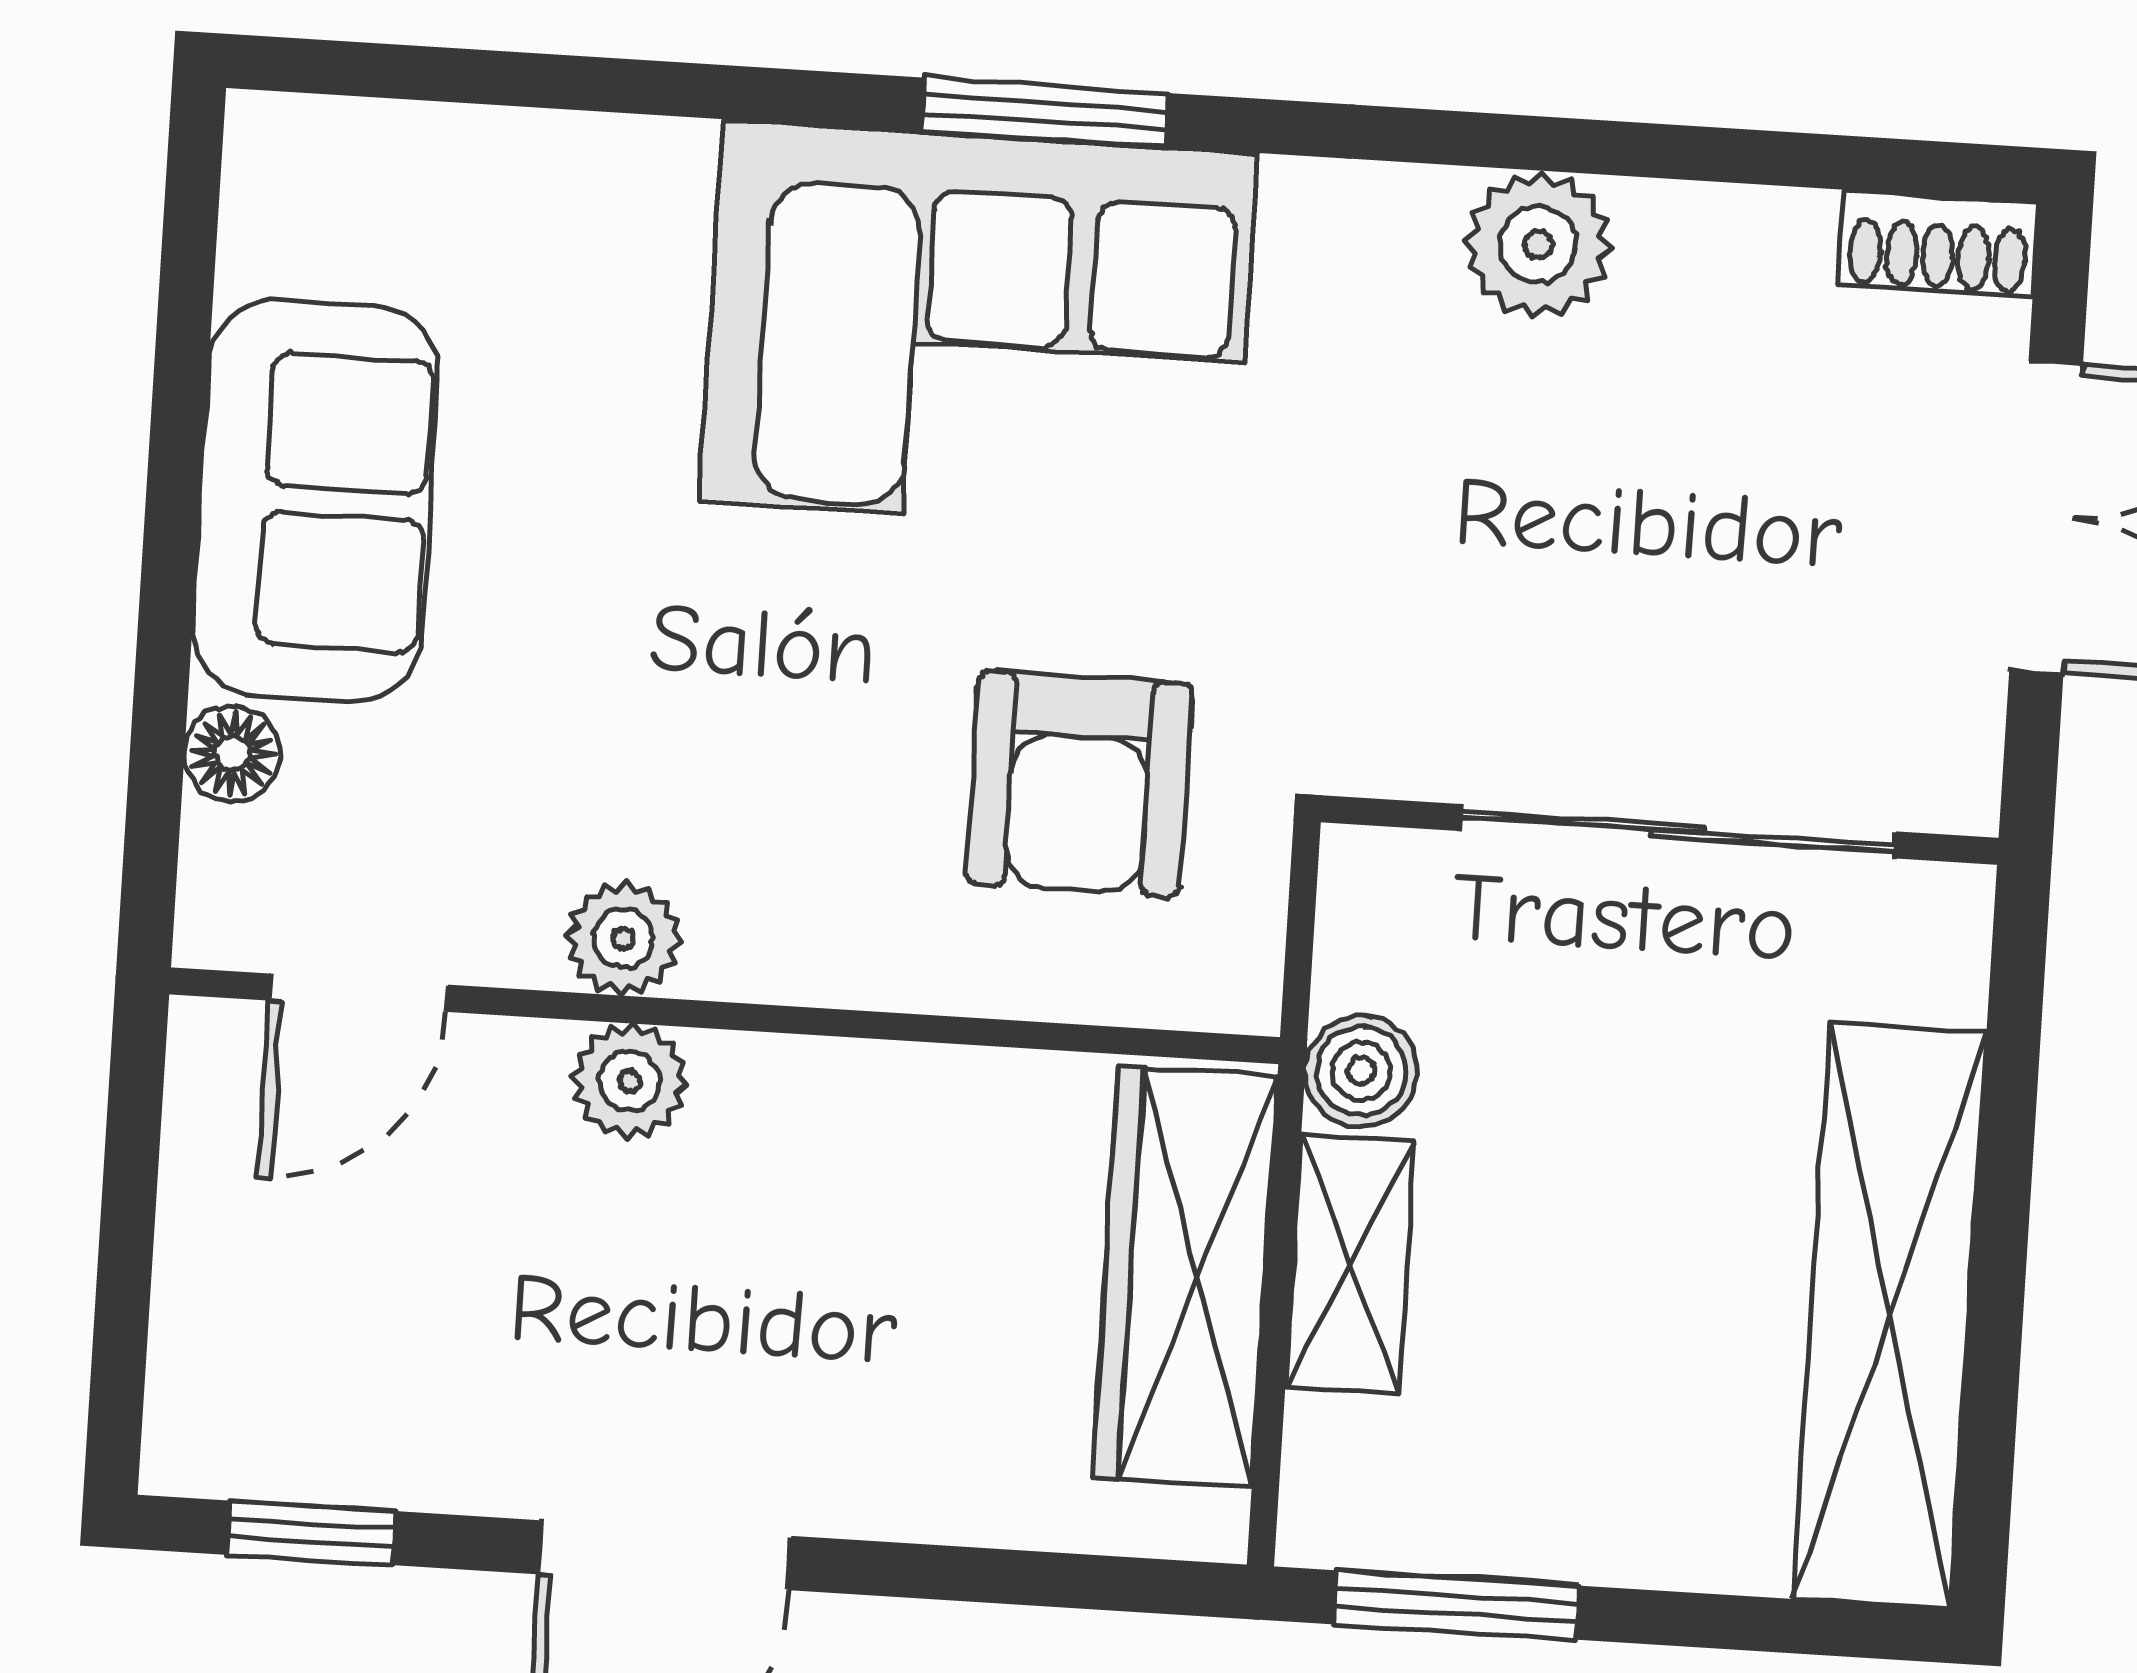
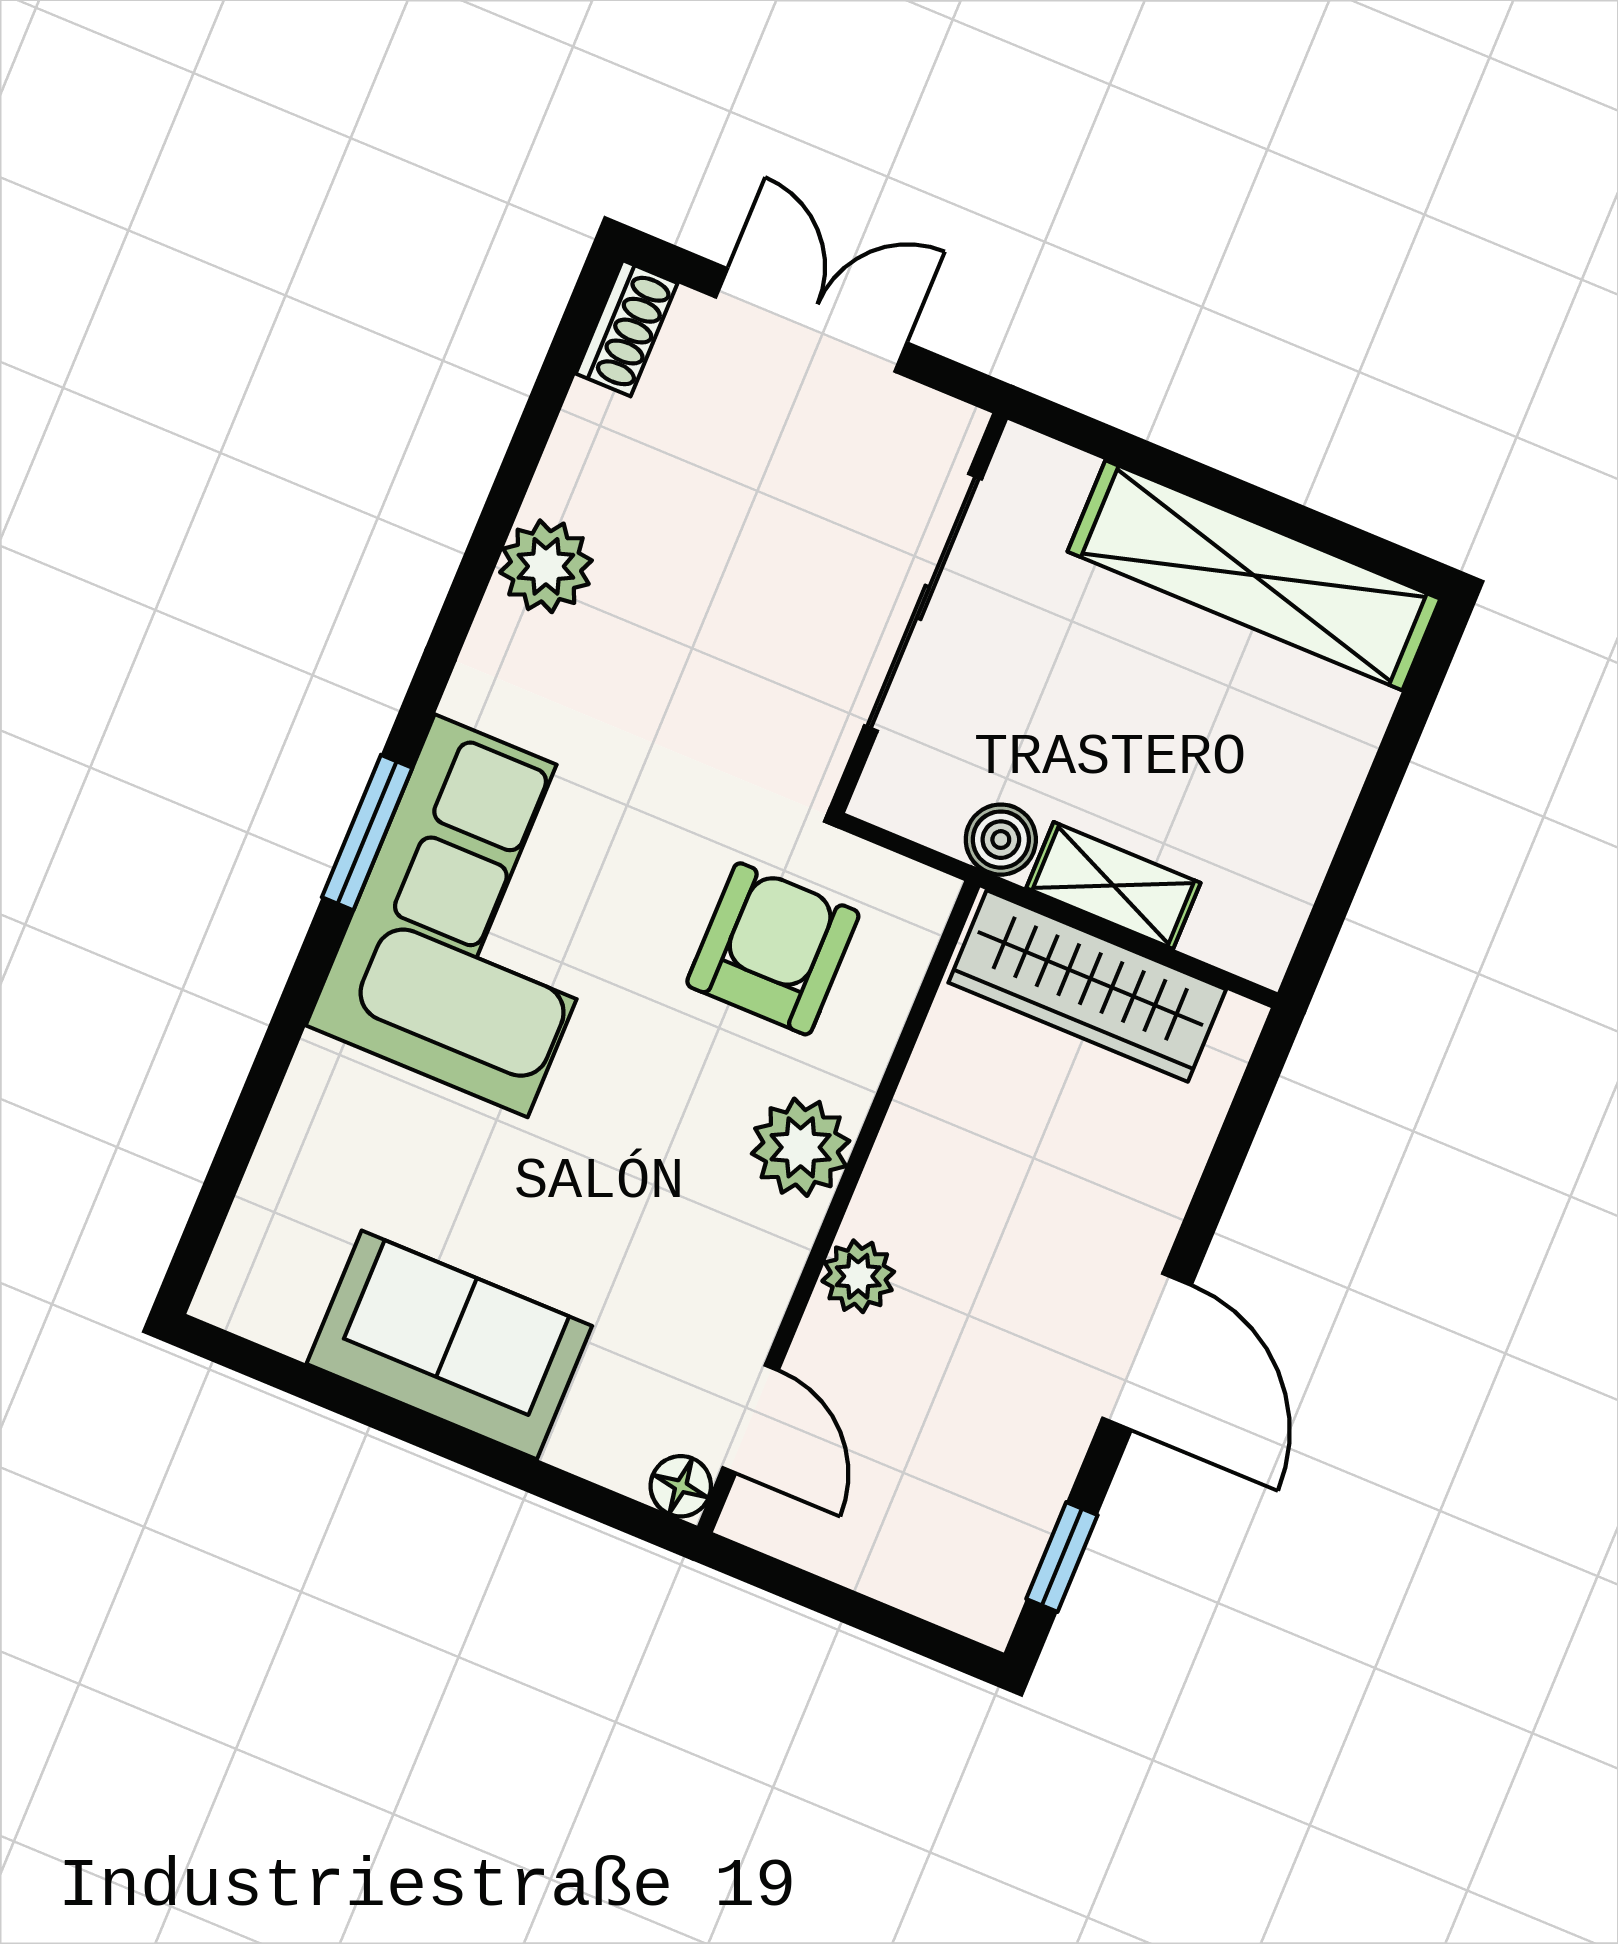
floor lamp: (232, 754) -> (681, 1486), moved
armchair: (1079, 784) -> (773, 949), turned -90
plant: (623, 939) -> (801, 1147), moved, width x1.38, depth x1.38
window: (1456, 1605) -> (1337, 892), removed

